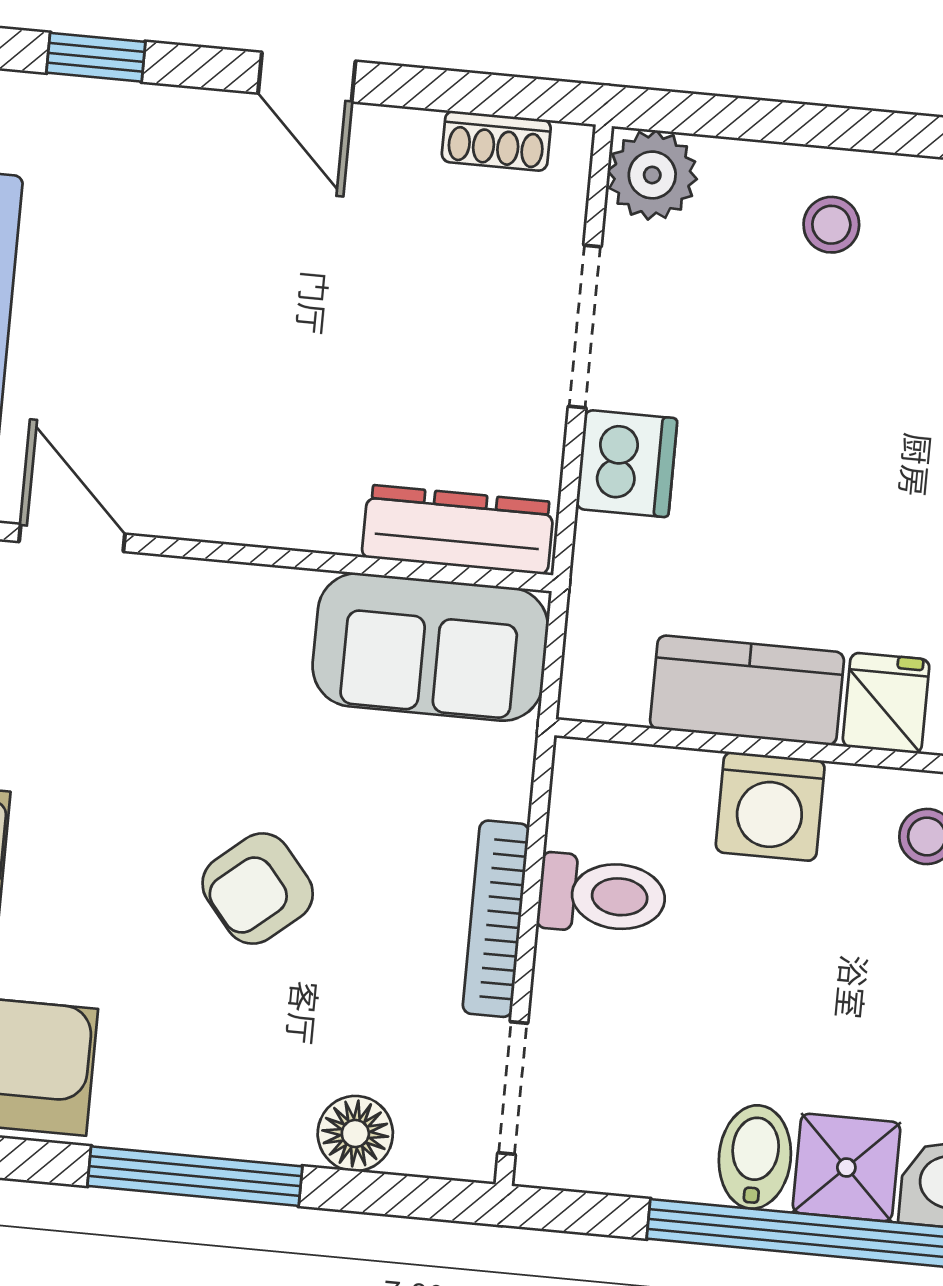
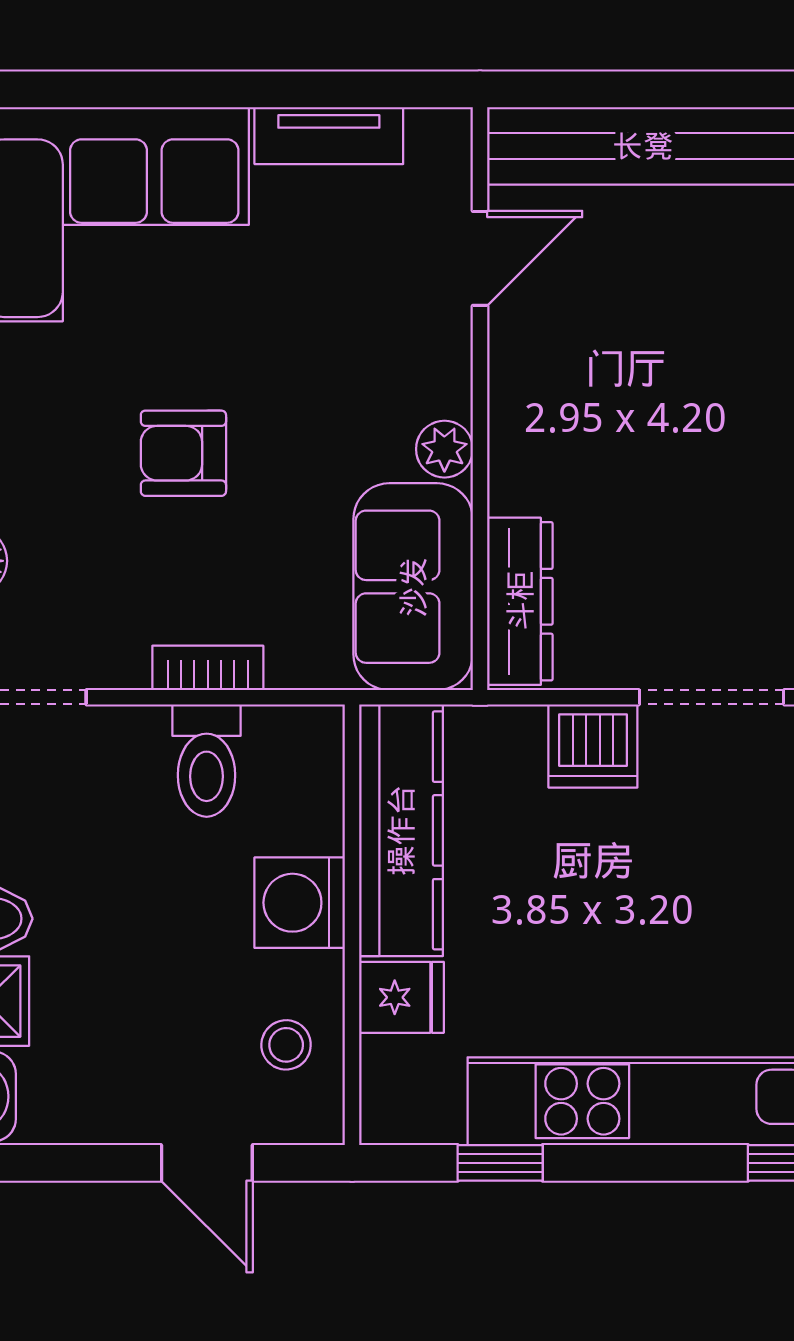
plant: (281, 598) -> (444, 449), added
kitchen counter: (747, 690) -> (401, 830), width x1.50
armchair: (258, 889) -> (183, 453), turned -50
bookcase: (496, 919) -> (208, 668), width x0.64

